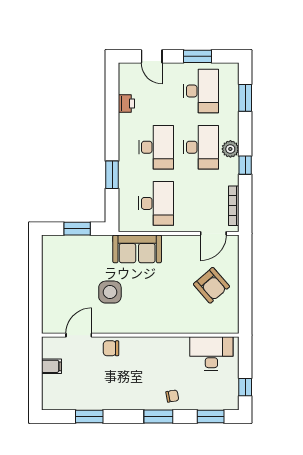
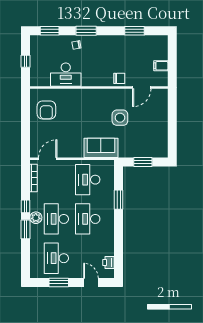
window: (245, 98) -> (26, 229), moved
printer: (126, 103) -> (109, 262), moved
armchair: (211, 285) -> (46, 110), moved, turned -139
desk: (211, 354) -> (66, 75), moved
window: (245, 387) -> (26, 61), moved

